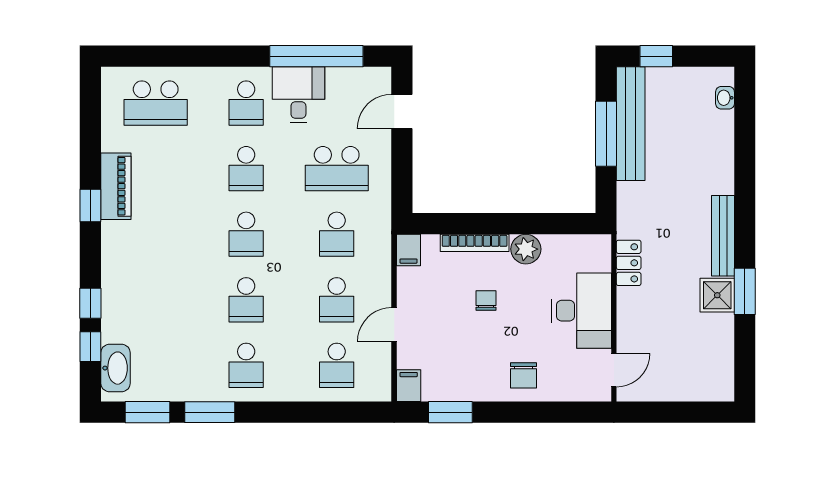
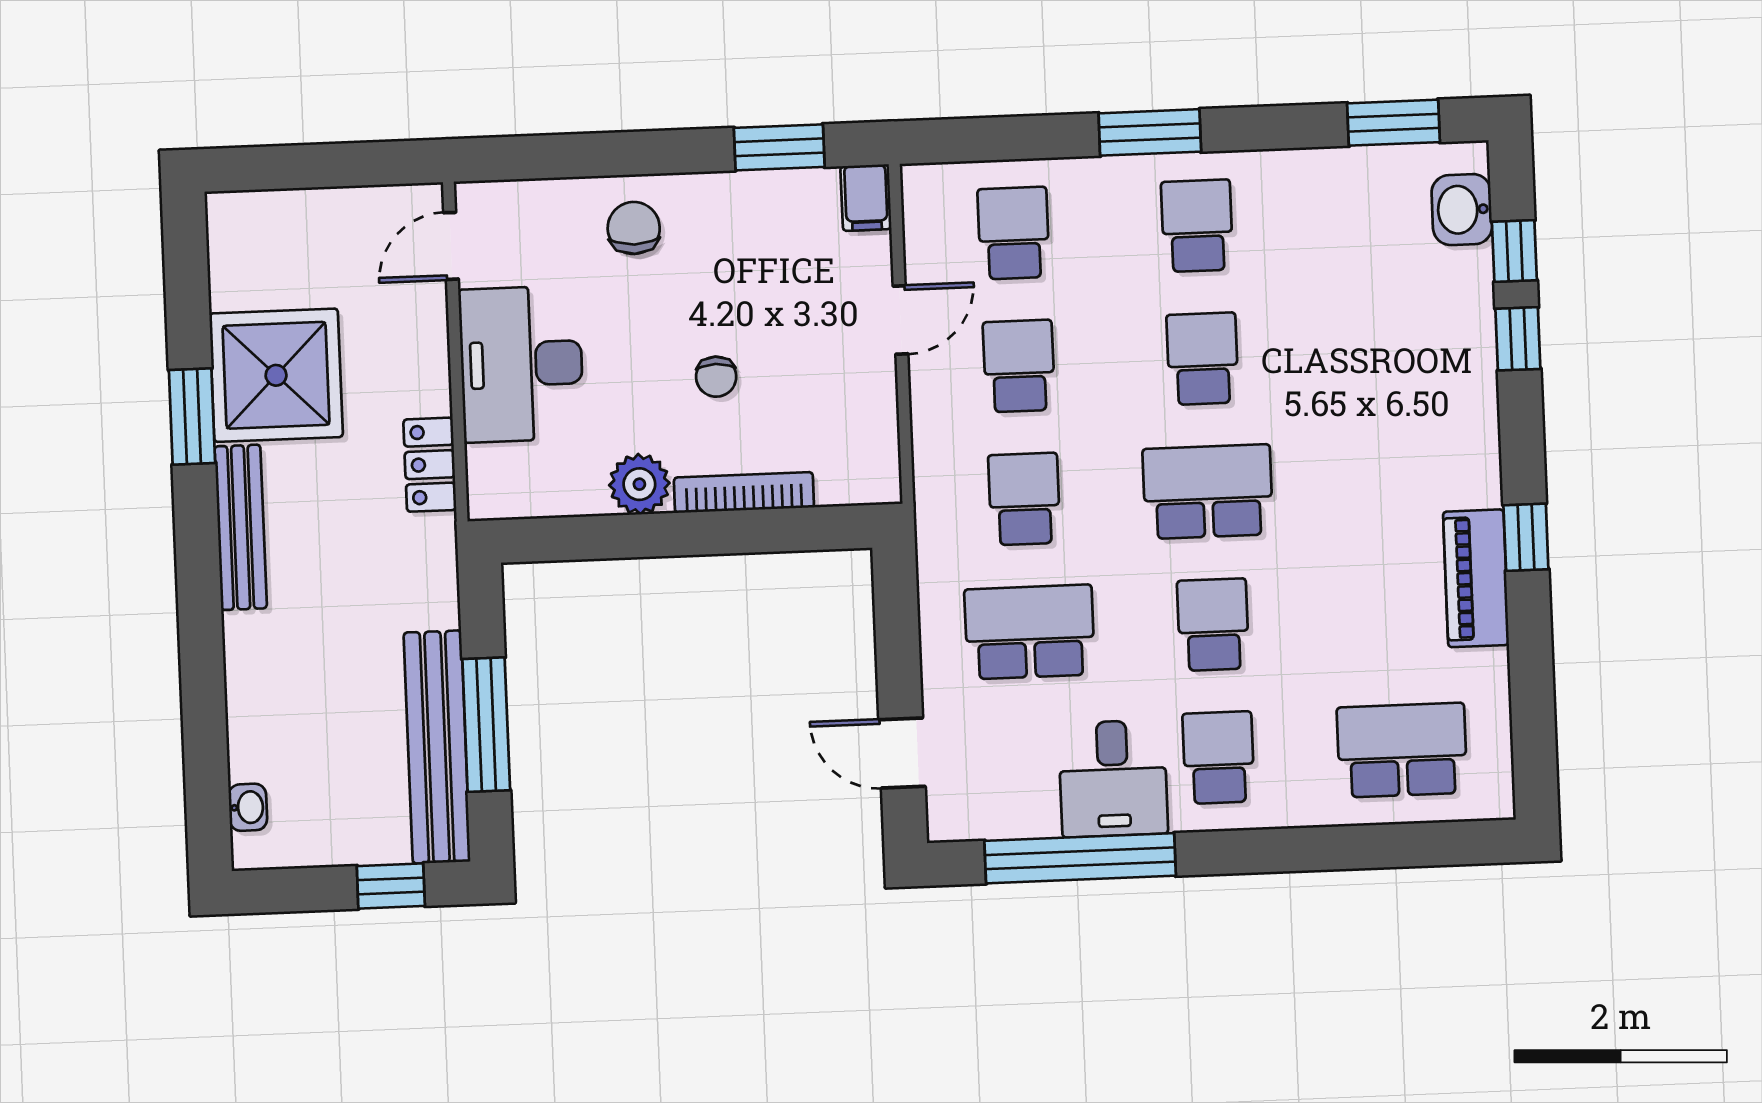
door: (402, 112) -> (902, 753), swing flipped
school desk: (246, 234) -> (1208, 492), width x1.85
filing cabinet: (409, 250) -> (877, 473), removed
shower: (717, 295) -> (276, 375), width x1.86, depth x1.86
washbasin: (115, 368) -> (1462, 210), width x0.72
window: (210, 412) -> (1150, 132), moved

